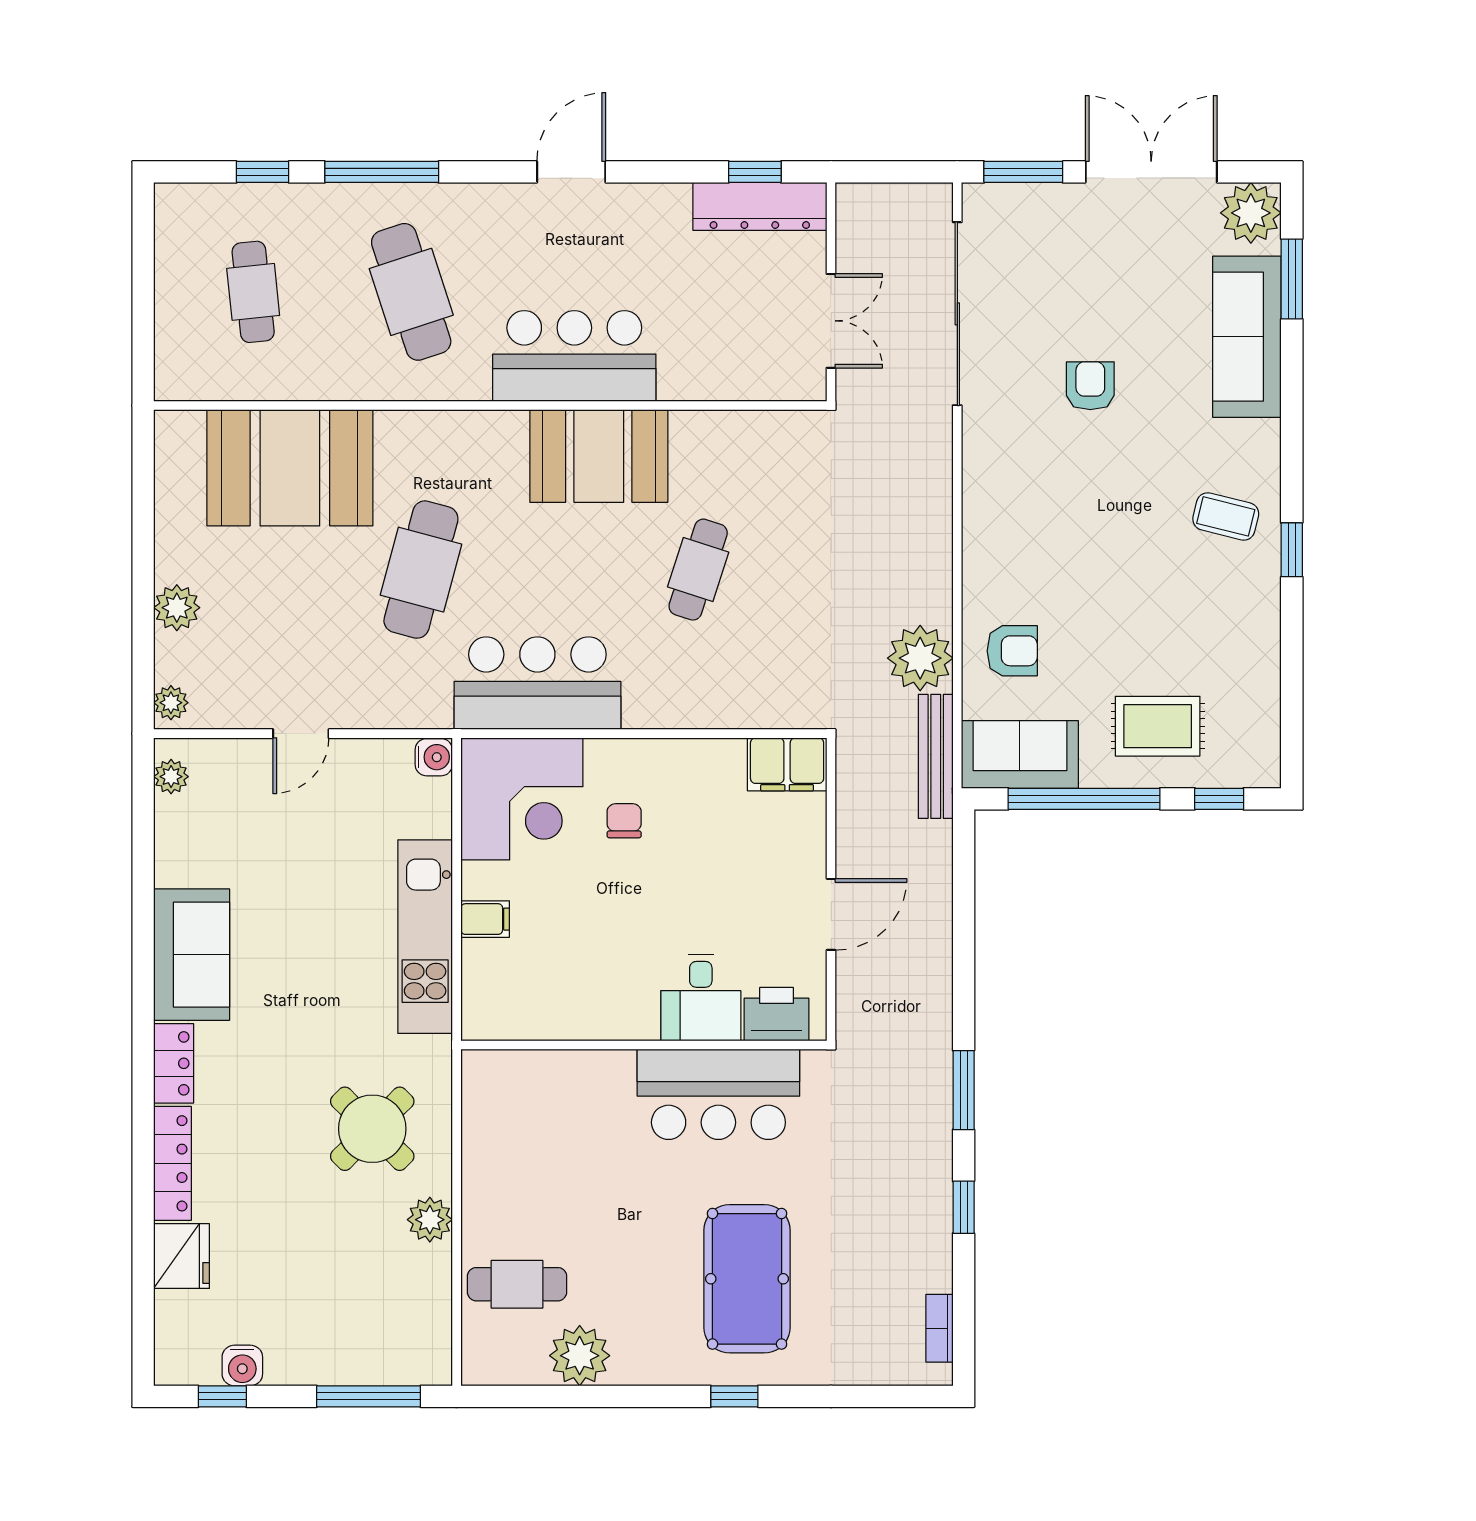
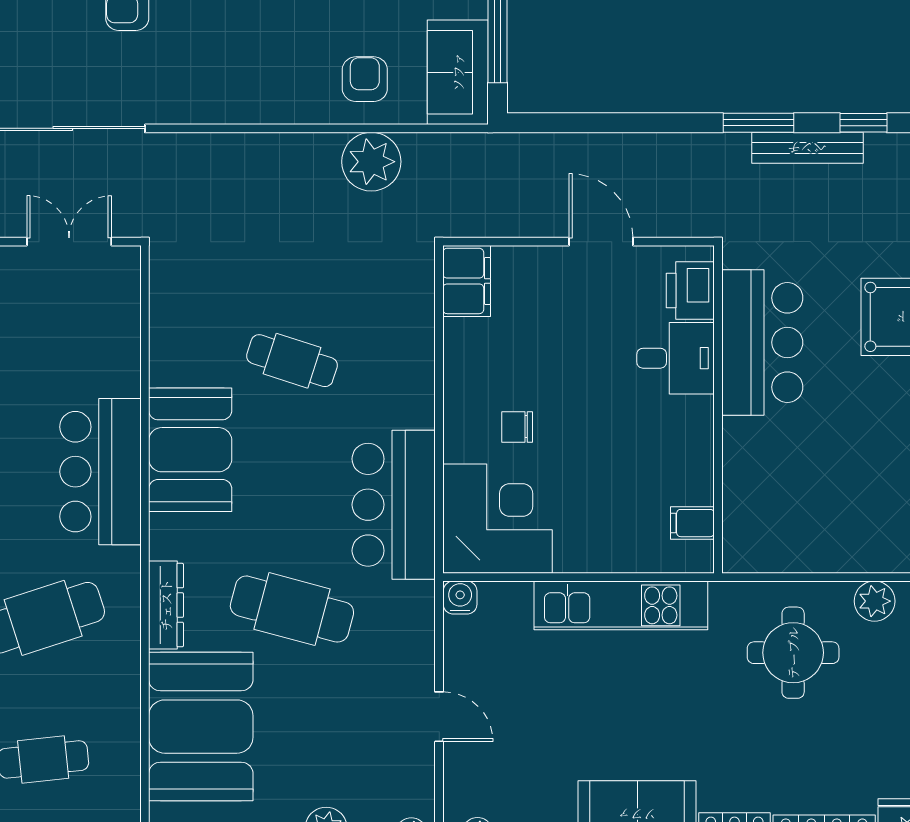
dresser: (425, 429) -> (166, 605), added
bench: (936, 756) -> (807, 148), moved
filing cabinet: (485, 919) -> (692, 523), moved, turned -90
round table: (372, 1129) -> (793, 653), turned 45

